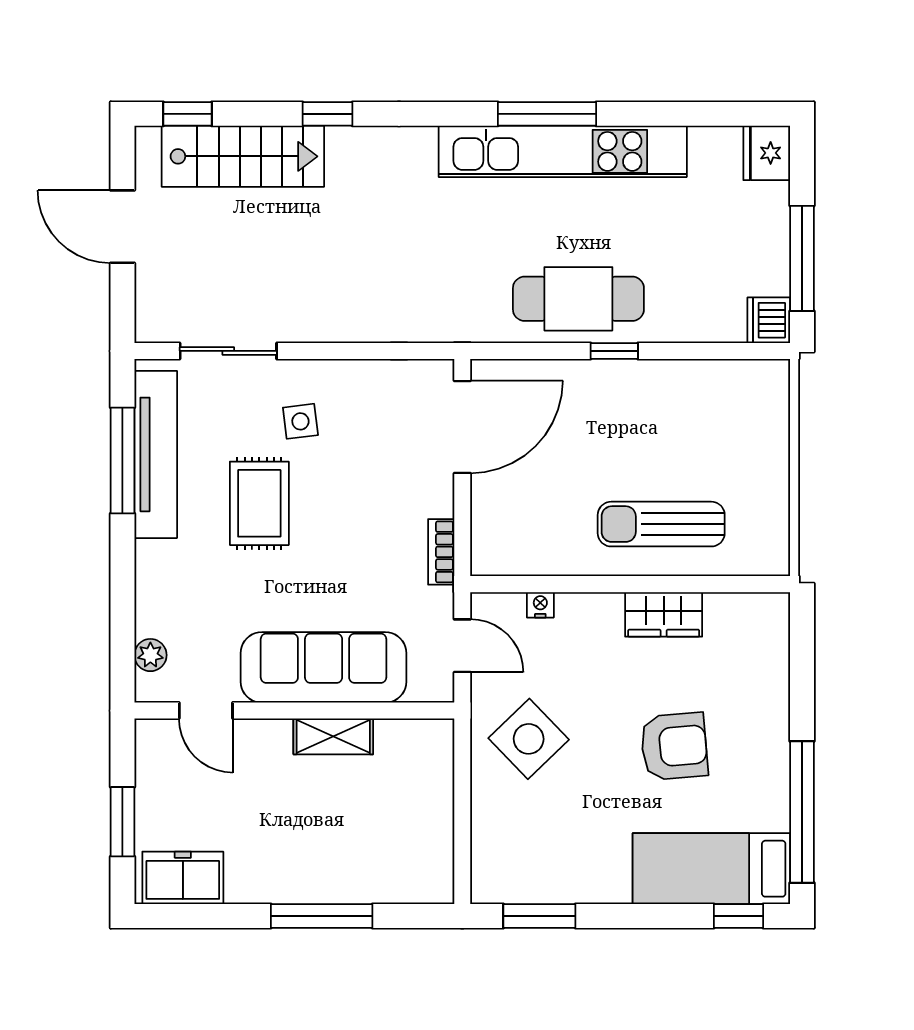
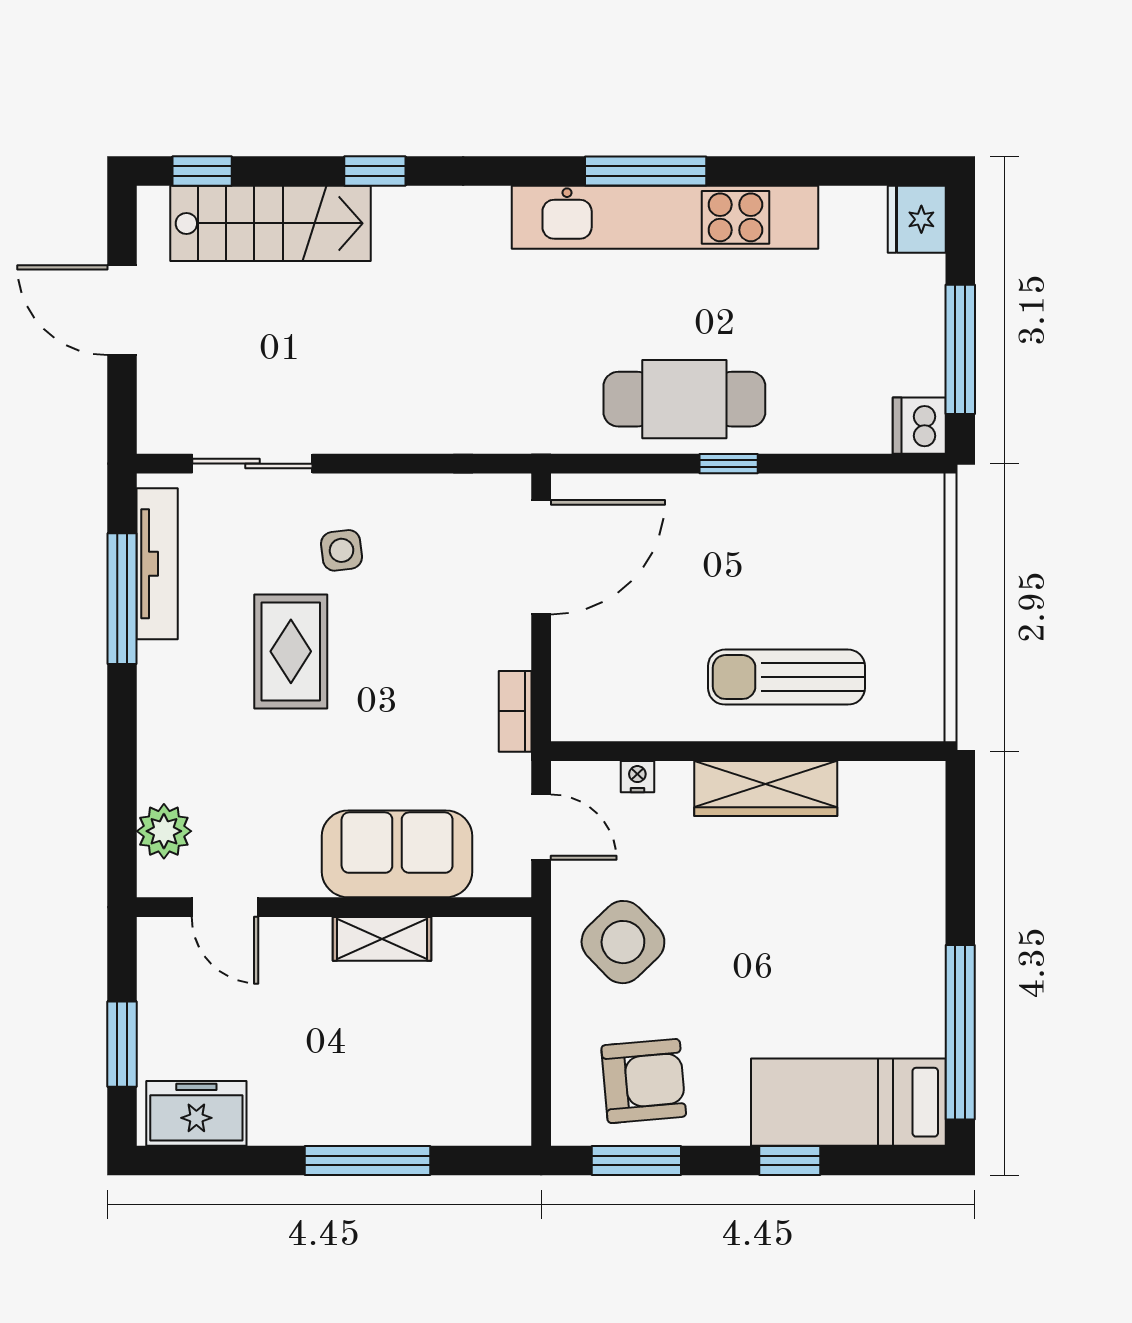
tv unit: (156, 454) -> (157, 564), width x0.73, depth x0.78
wardrobe: (664, 614) -> (766, 788), width x1.50
plant: (150, 655) -> (164, 831), width x1.38, depth x1.38
sofa: (324, 667) -> (397, 854), width x0.73
armchair: (674, 746) -> (644, 1081), moved
window: (738, 916) -> (790, 1161), moved

